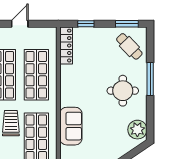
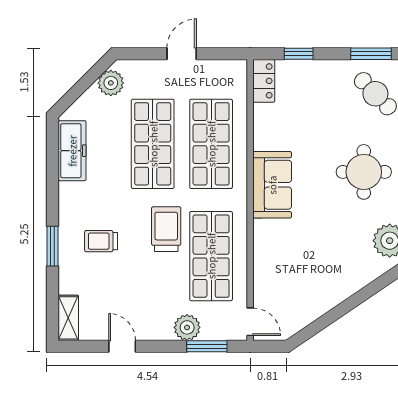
locker: (66, 46) -> (264, 81), width x0.66
sofa: (71, 126) -> (272, 185), moved

